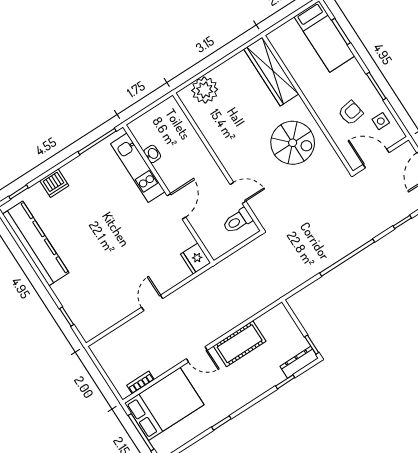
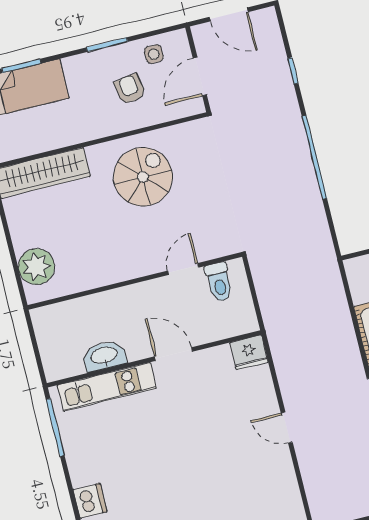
washbasin: (152, 154) -> (104, 356), width x1.91, depth x1.45

